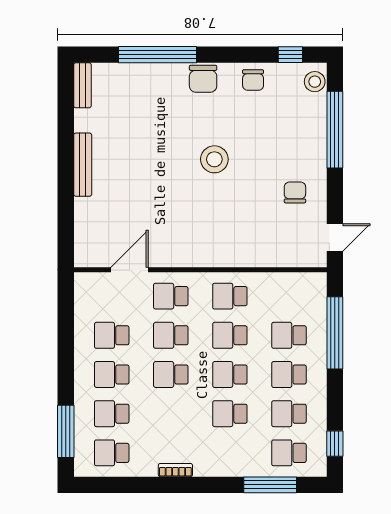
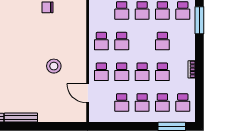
stool: (214, 159) -> (54, 66), moved
bench: (83, 165) -> (21, 118), moved
school desk: (230, 374) -> (162, 72), moved

